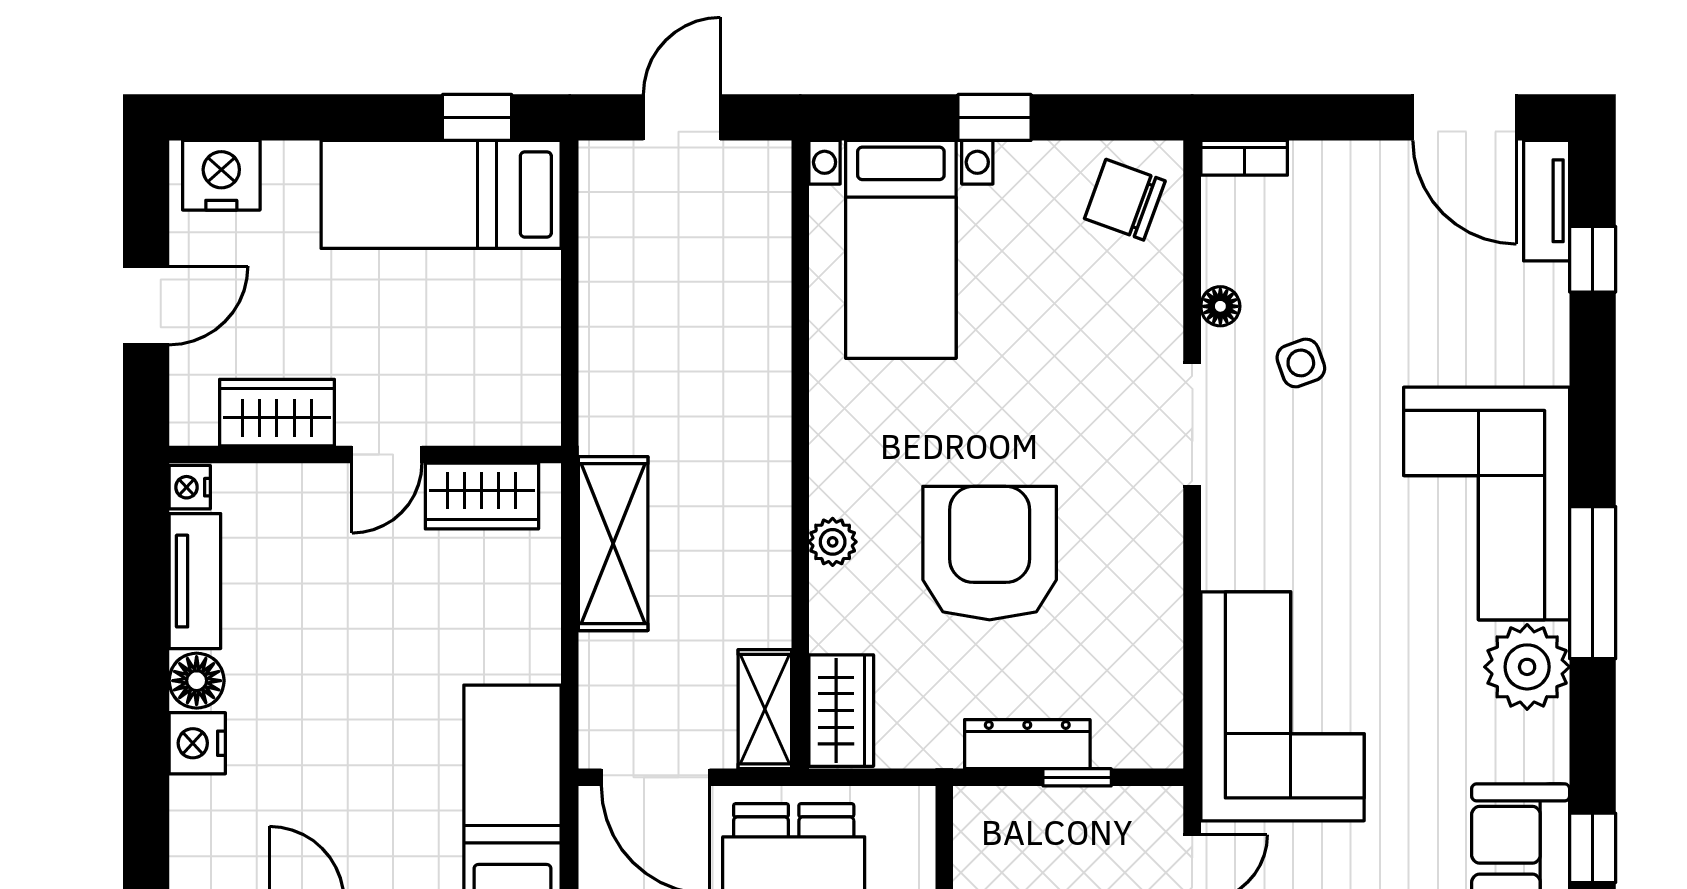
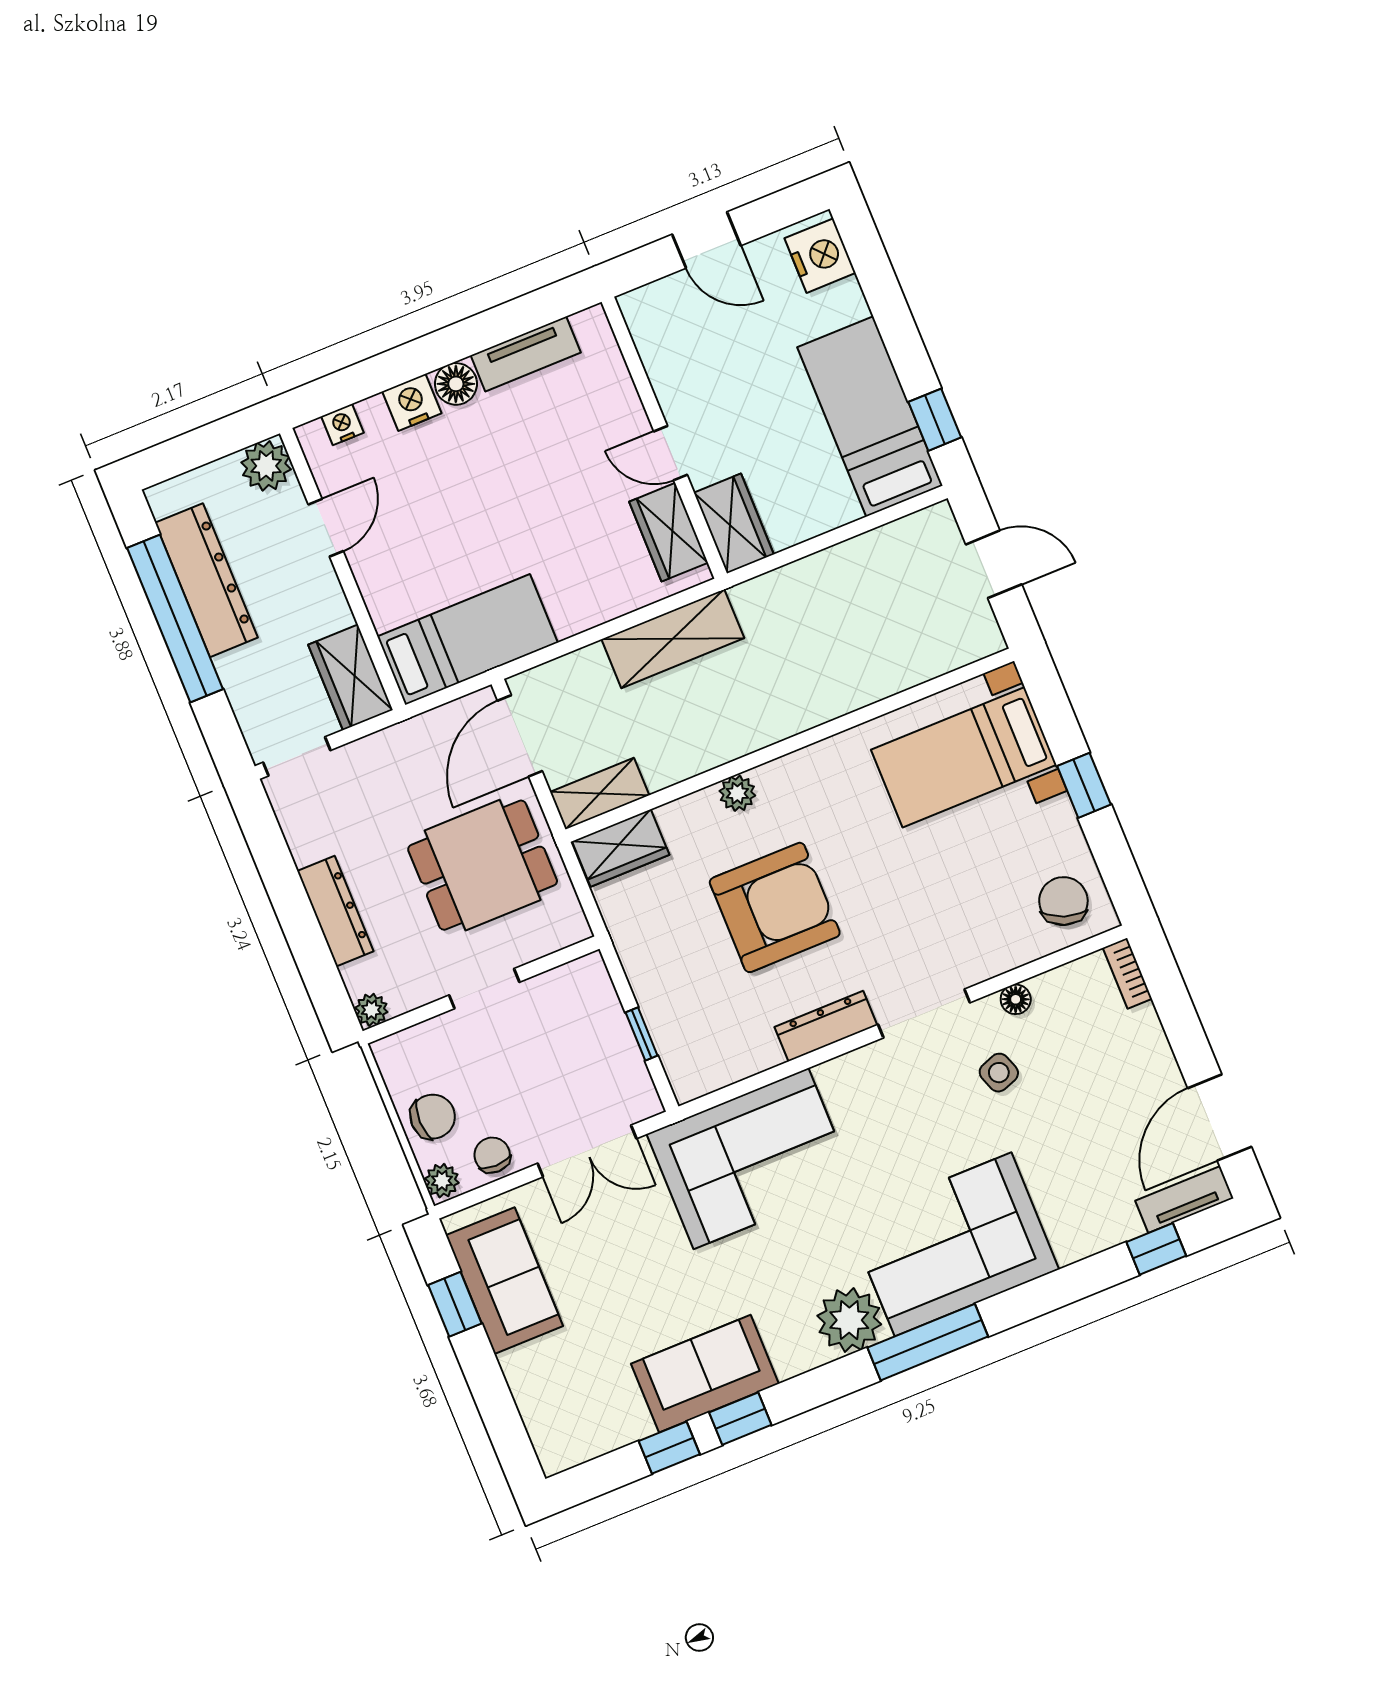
wardrobe: (277, 413) -> (734, 524), moved
nightstand: (190, 487) -> (342, 425), moved
dresser: (1027, 744) -> (826, 1026), moved, turned -90

